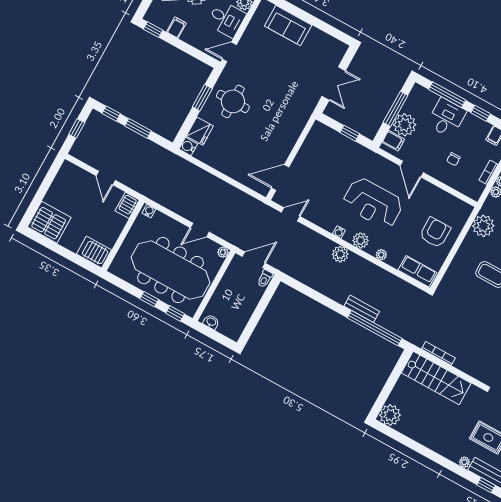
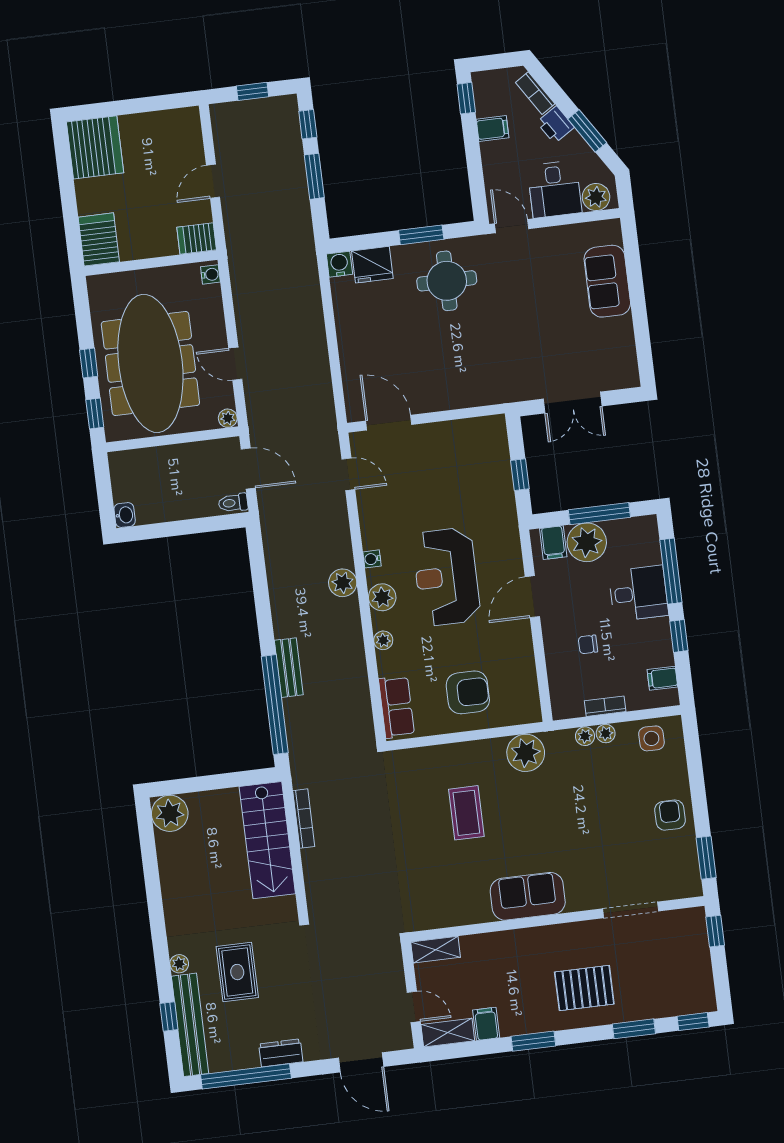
washbasin: (211, 322) -> (125, 515), moved

